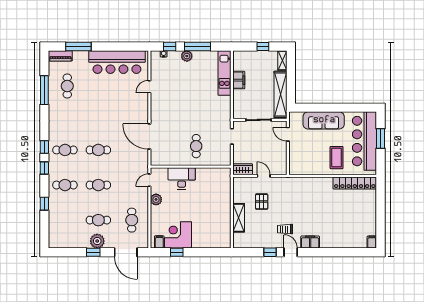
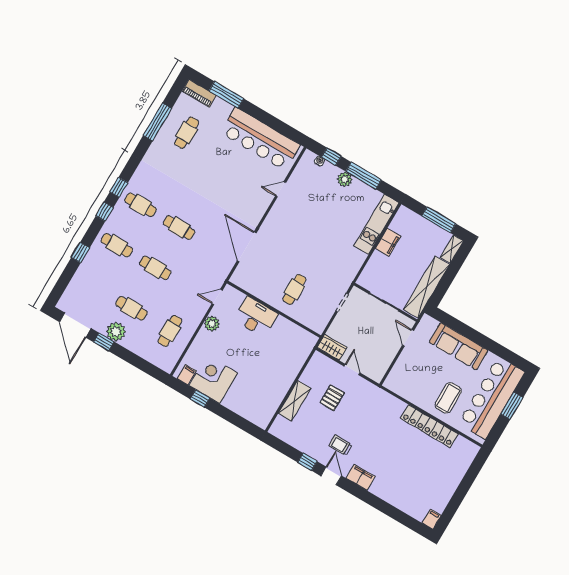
window: (263, 46) -> (439, 220), width x2.17
locker: (355, 183) -> (429, 426), moved
door: (126, 252) -> (75, 325), moved

